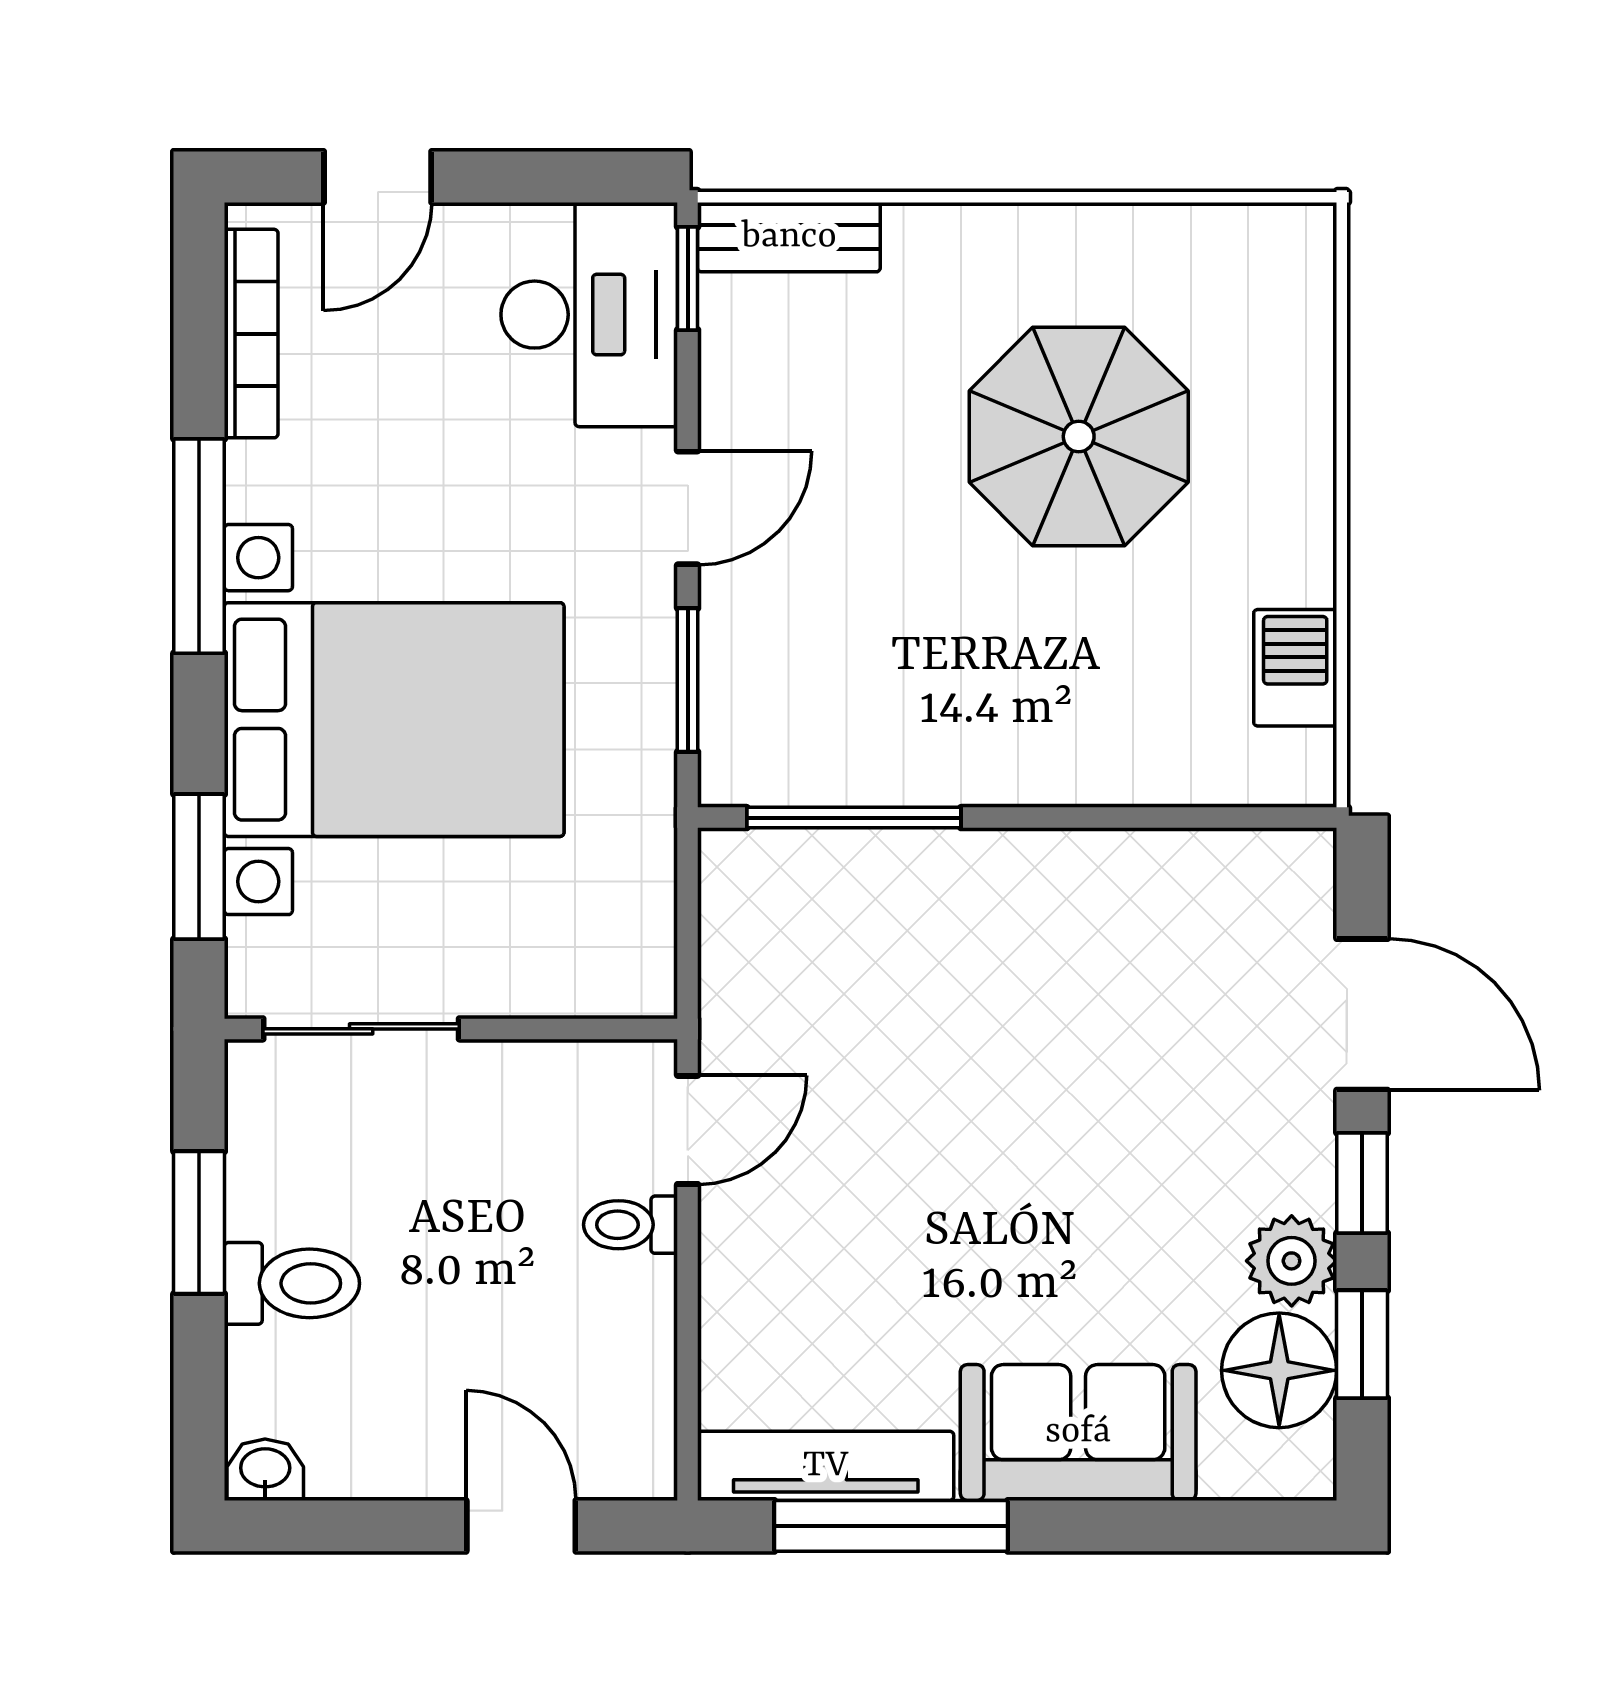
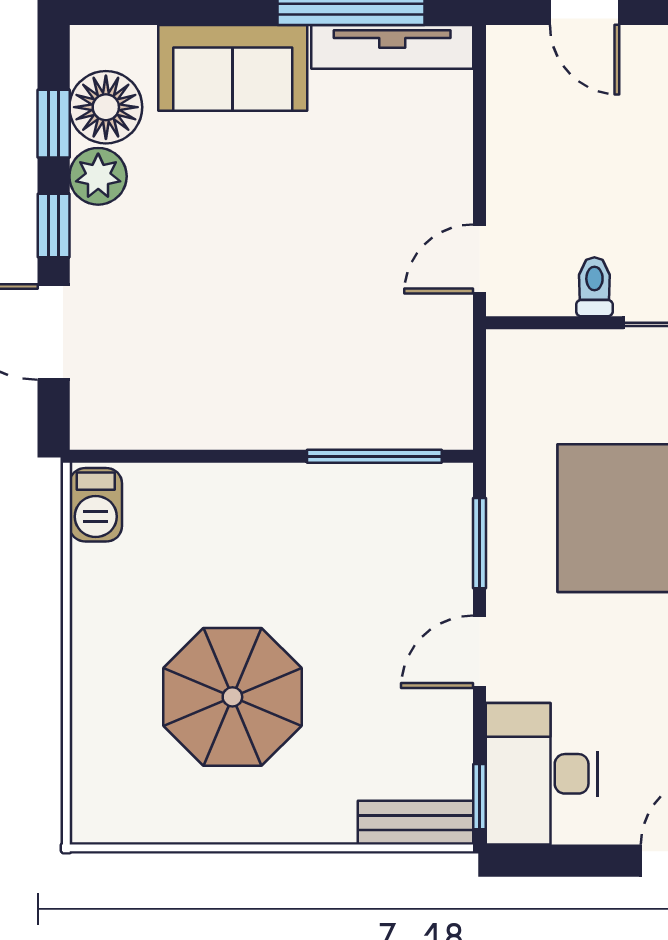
barbecue: (1295, 668) -> (96, 505), moved
toilet: (631, 1225) -> (594, 287), moved, turned -90

